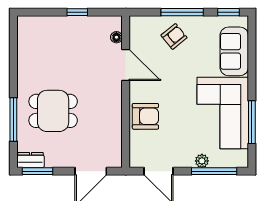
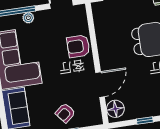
floor lamp: (116, 37) -> (115, 109), width x1.89, depth x1.89
door: (126, 65) -> (100, 85), swing flipped

